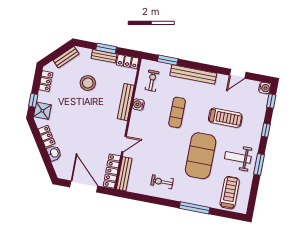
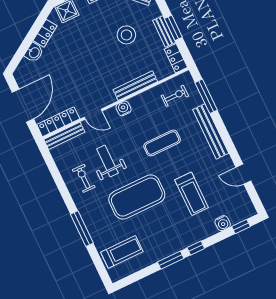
window: (168, 60) -> (206, 96), width x1.44
water cooler: (265, 88) -> (223, 223), moved
water cooler: (138, 104) -> (123, 108), moved
window: (266, 130) -> (196, 248), moved
weight bench: (238, 157) -> (107, 161), moved

